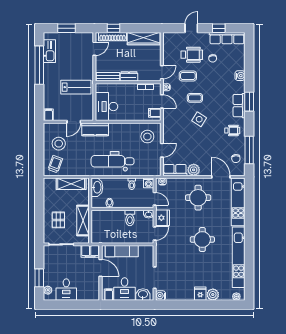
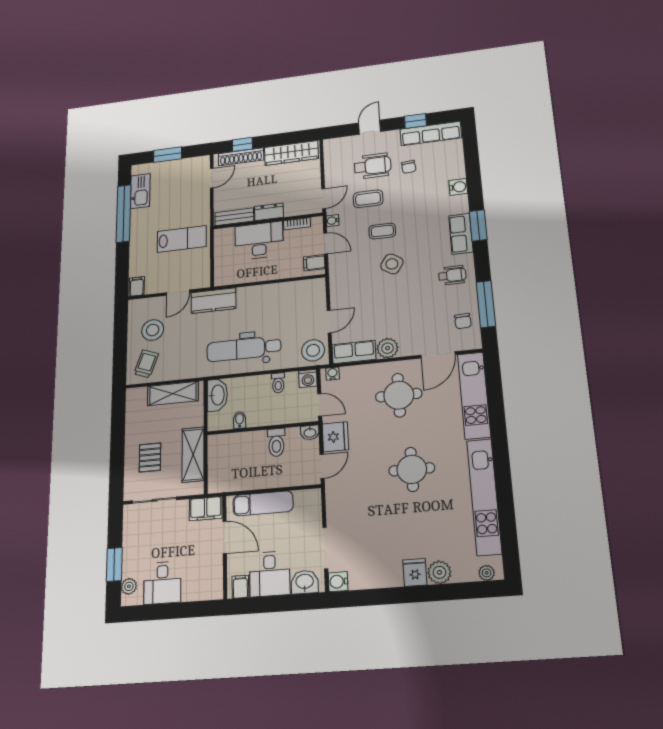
desk: (106, 107) -> (259, 241), moved, turned 90
stool: (147, 137) -> (313, 350), moved
door: (221, 177) -> (438, 355), swing flipped

